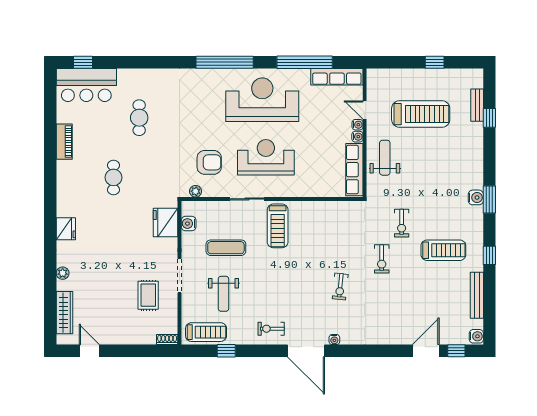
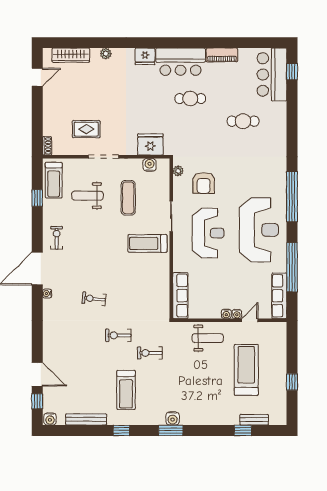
treadmill: (421, 114) -> (246, 370), turned 180
row of seats: (354, 170) -> (180, 296), moved, turned 90
bar counter: (72, 188) -> (181, 62), added

